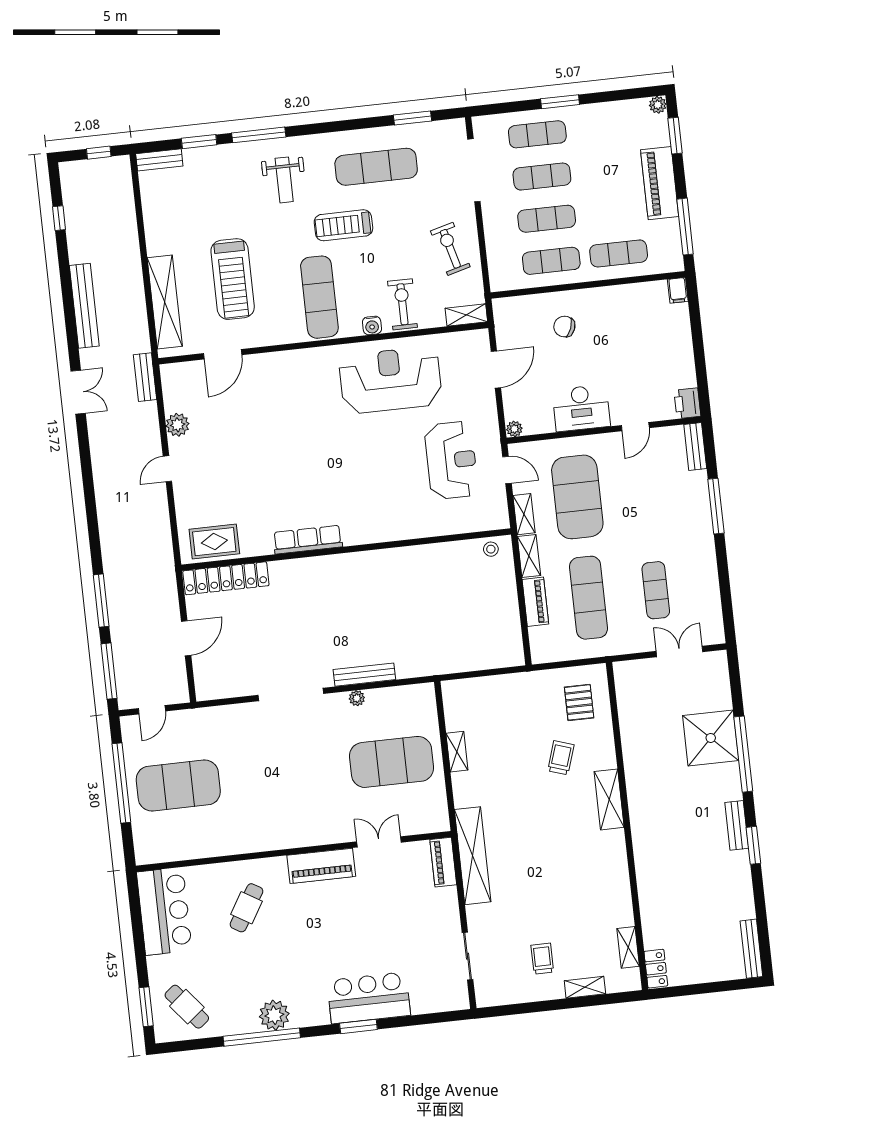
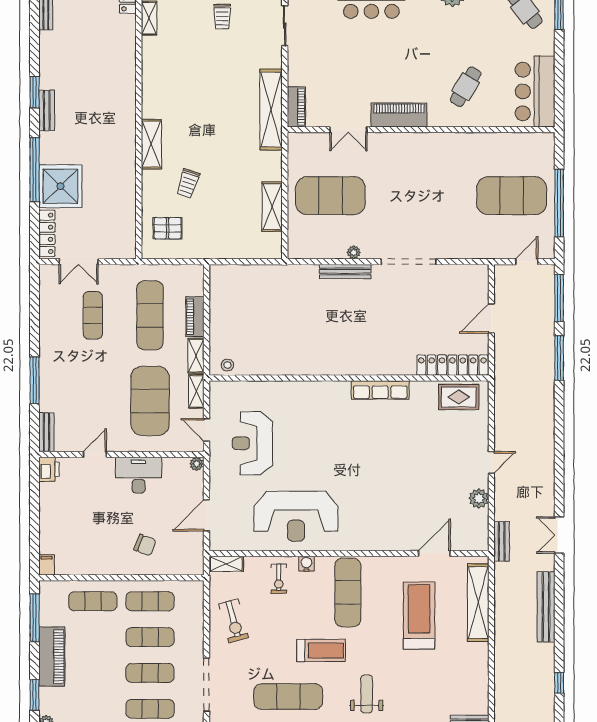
exercise bike: (403, 304) -> (279, 579), width x0.73, depth x0.72
locker: (720, 681) -> (47, 233), added
pallet: (579, 702) -> (168, 228), turned 90
shelving: (457, 752) -> (272, 207), width x1.50, depth x1.33

